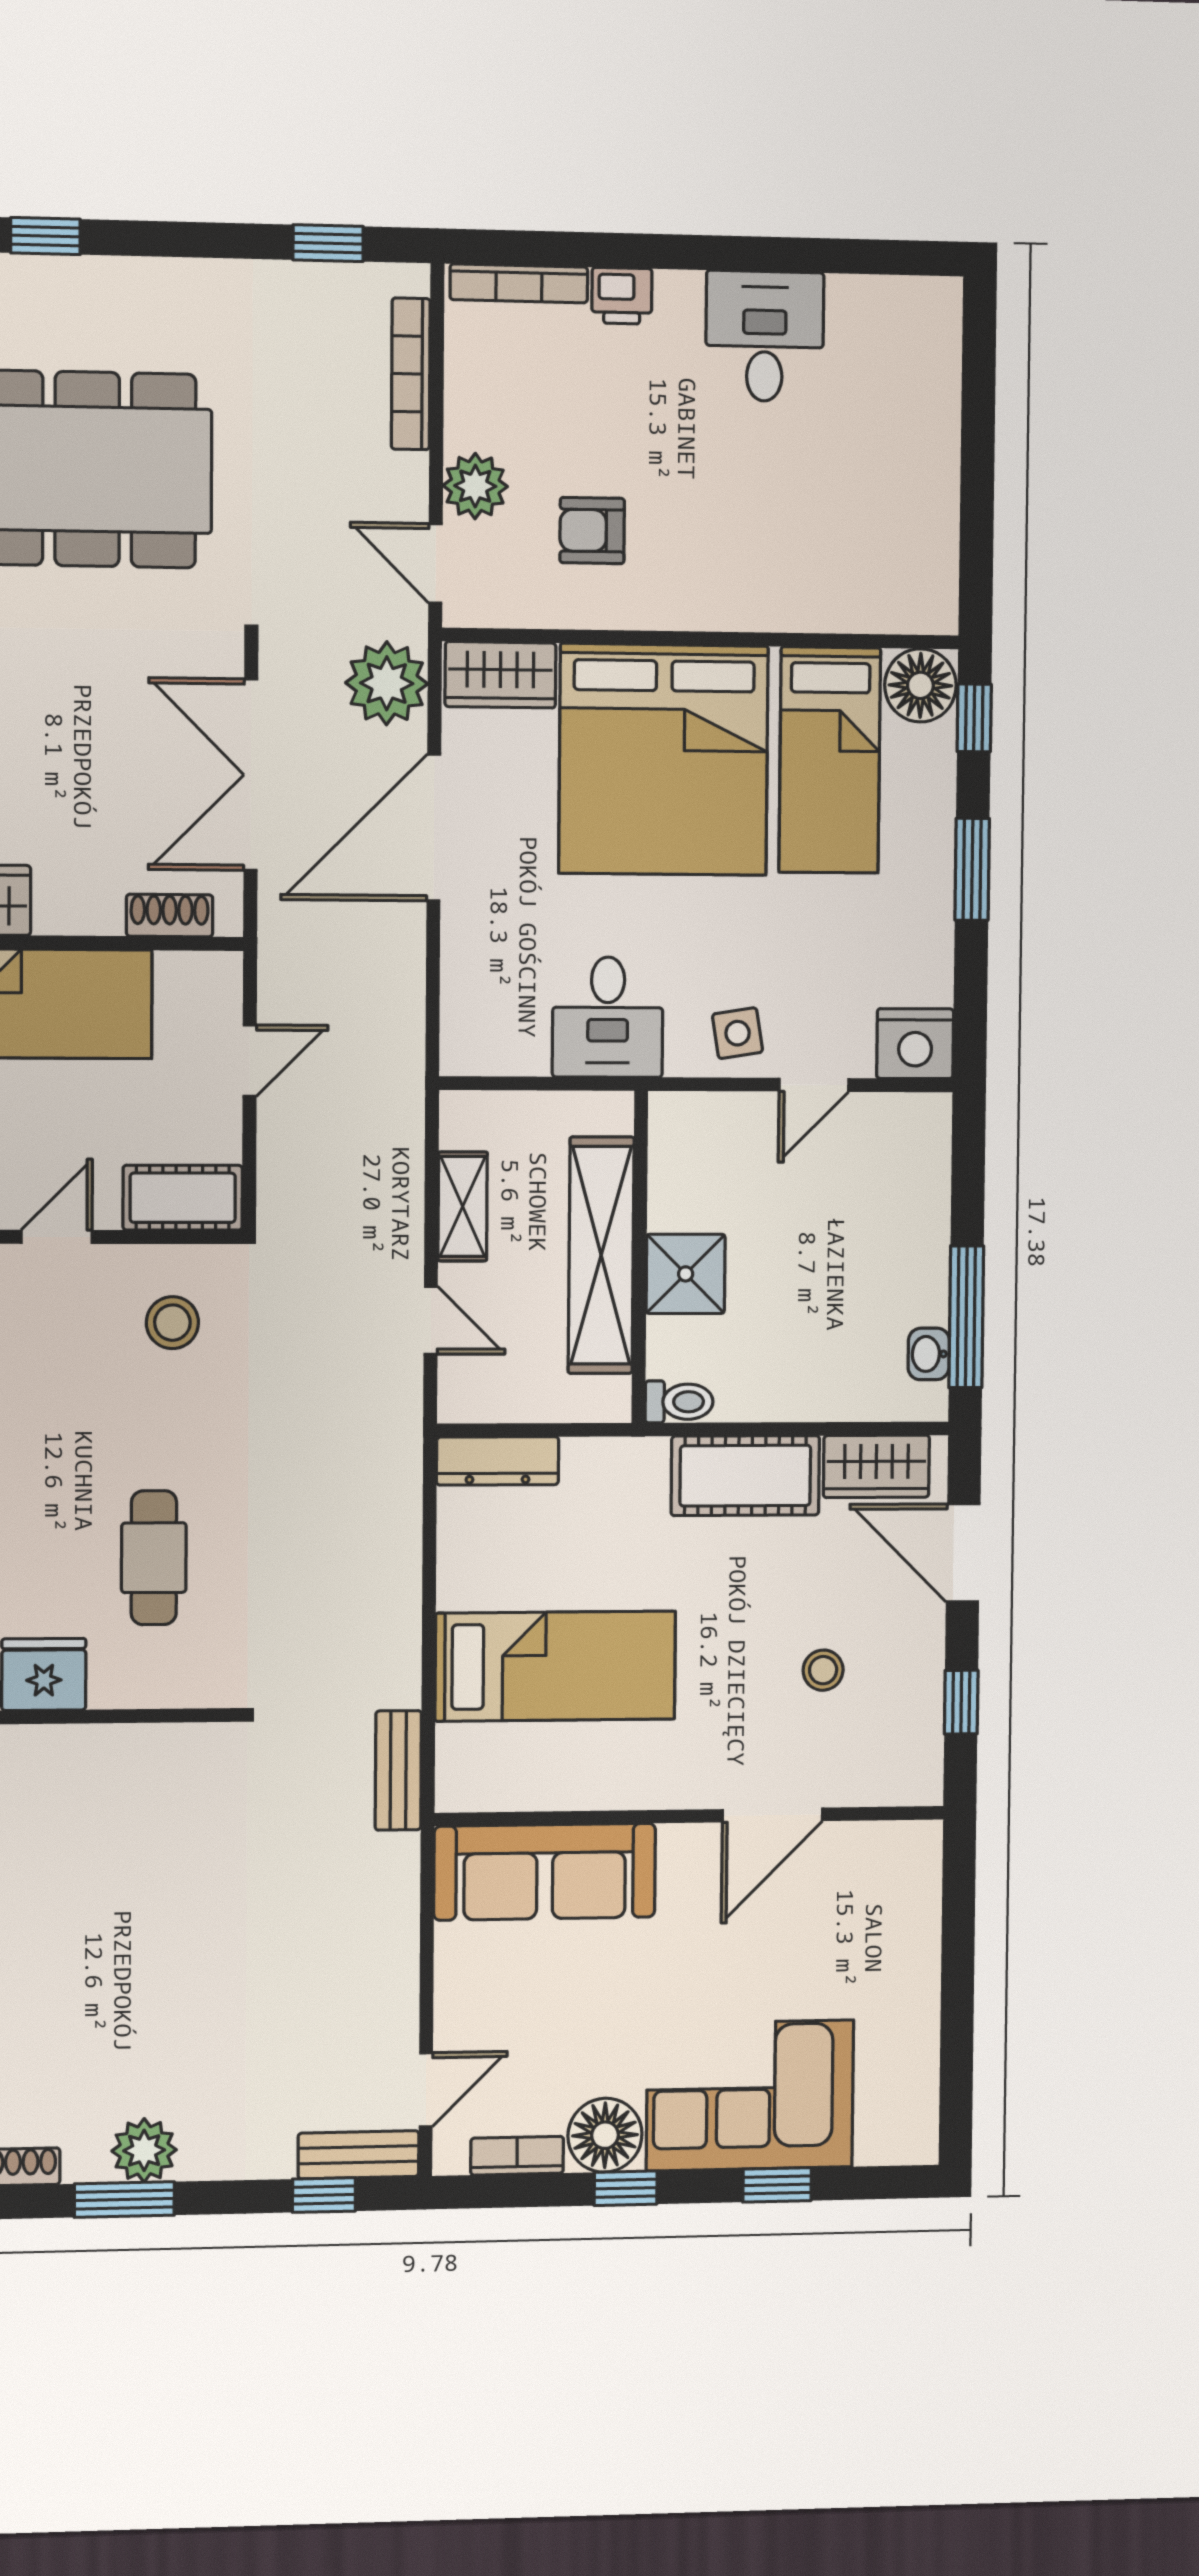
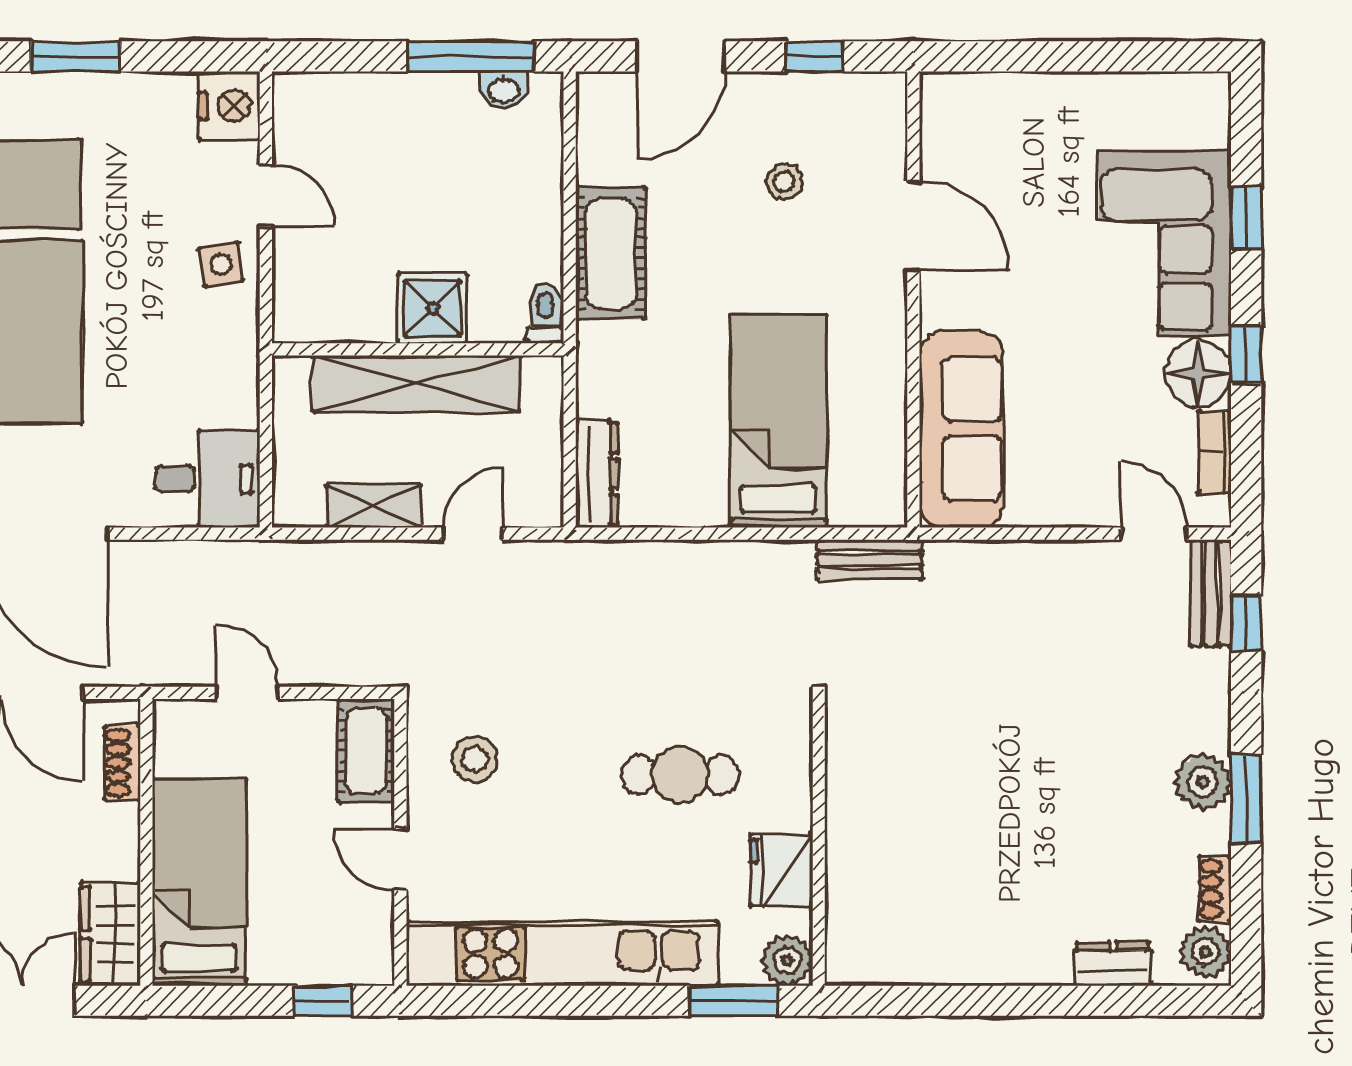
desk: (608, 1017) -> (208, 479), moved
wardrobe: (876, 1466) -> (603, 136), removed

